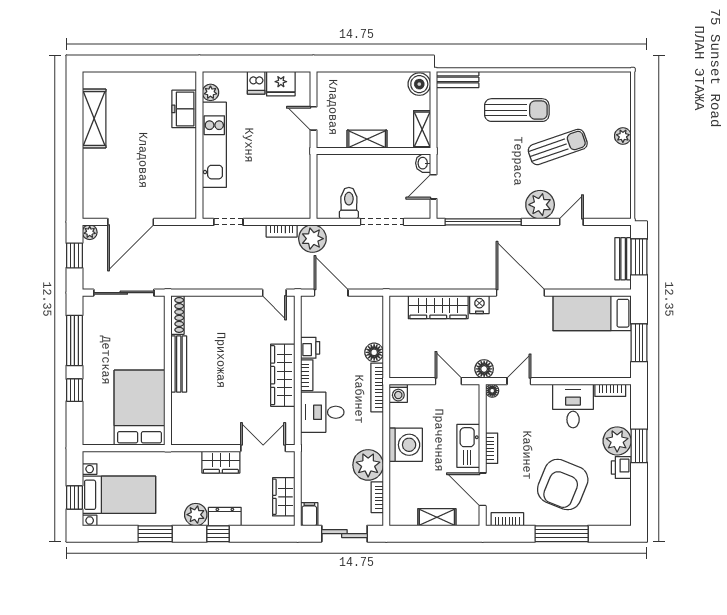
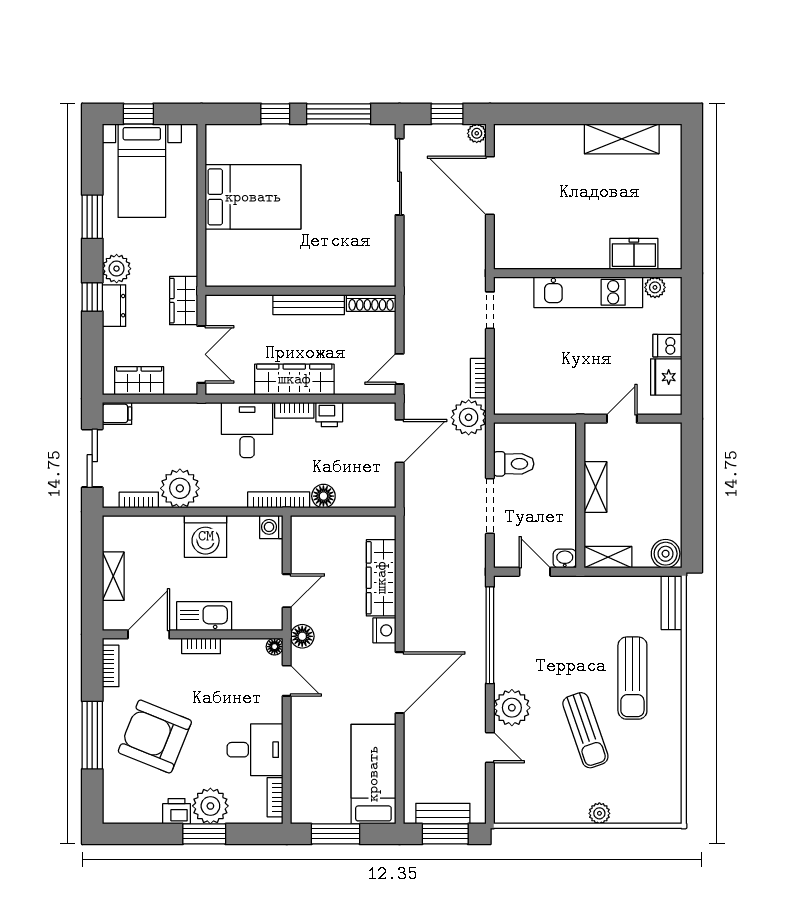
shoe rack: (177, 315) -> (371, 303), moved
bench: (179, 364) -> (309, 305), moved
wall: (168, 370) -> (300, 291), moved

